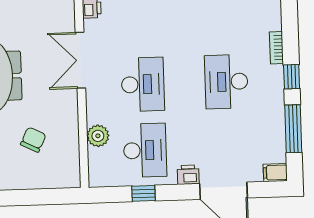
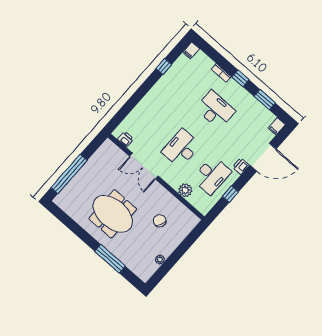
desk: (226, 82) -> (215, 110), turned 180
desk: (143, 84) -> (181, 148), turned -90
window: (293, 129) -> (265, 100), width x0.69
desk: (145, 150) -> (212, 175), turned 90

